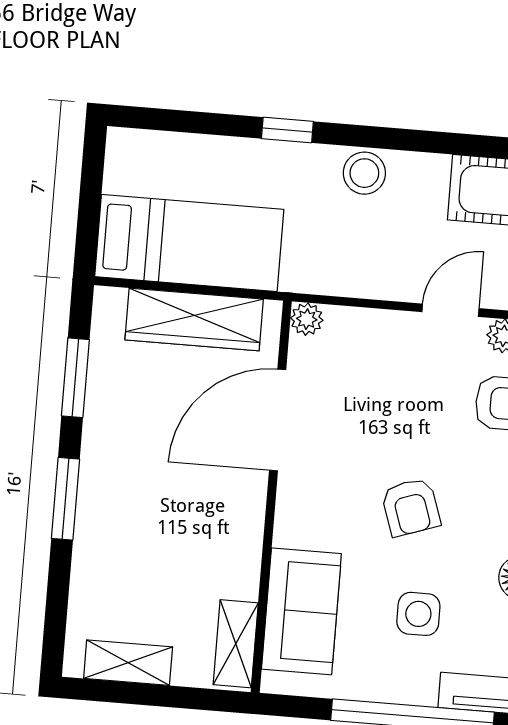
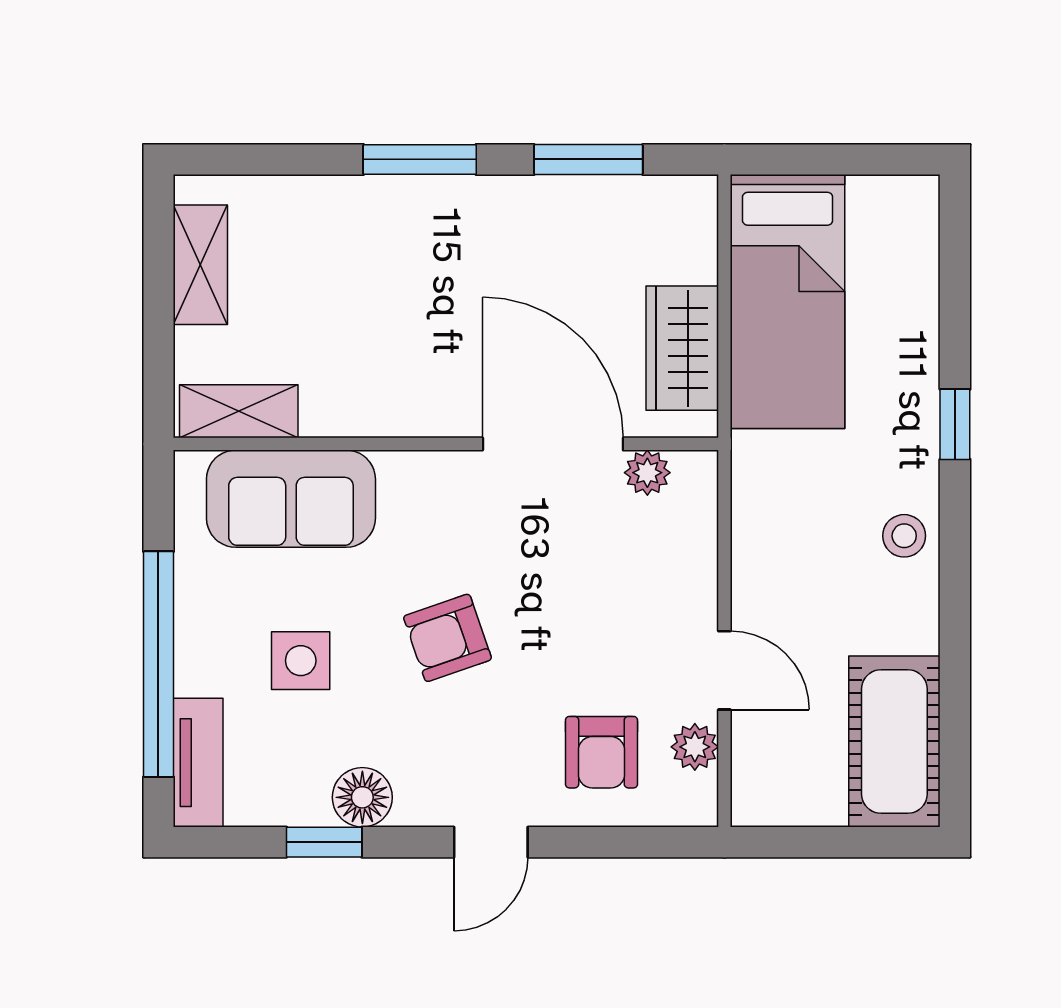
stool: (364, 173) -> (904, 536), width x0.73, depth x0.73
plant: (307, 319) -> (647, 473), moved
wardrobe: (194, 320) -> (682, 348), width x0.67

